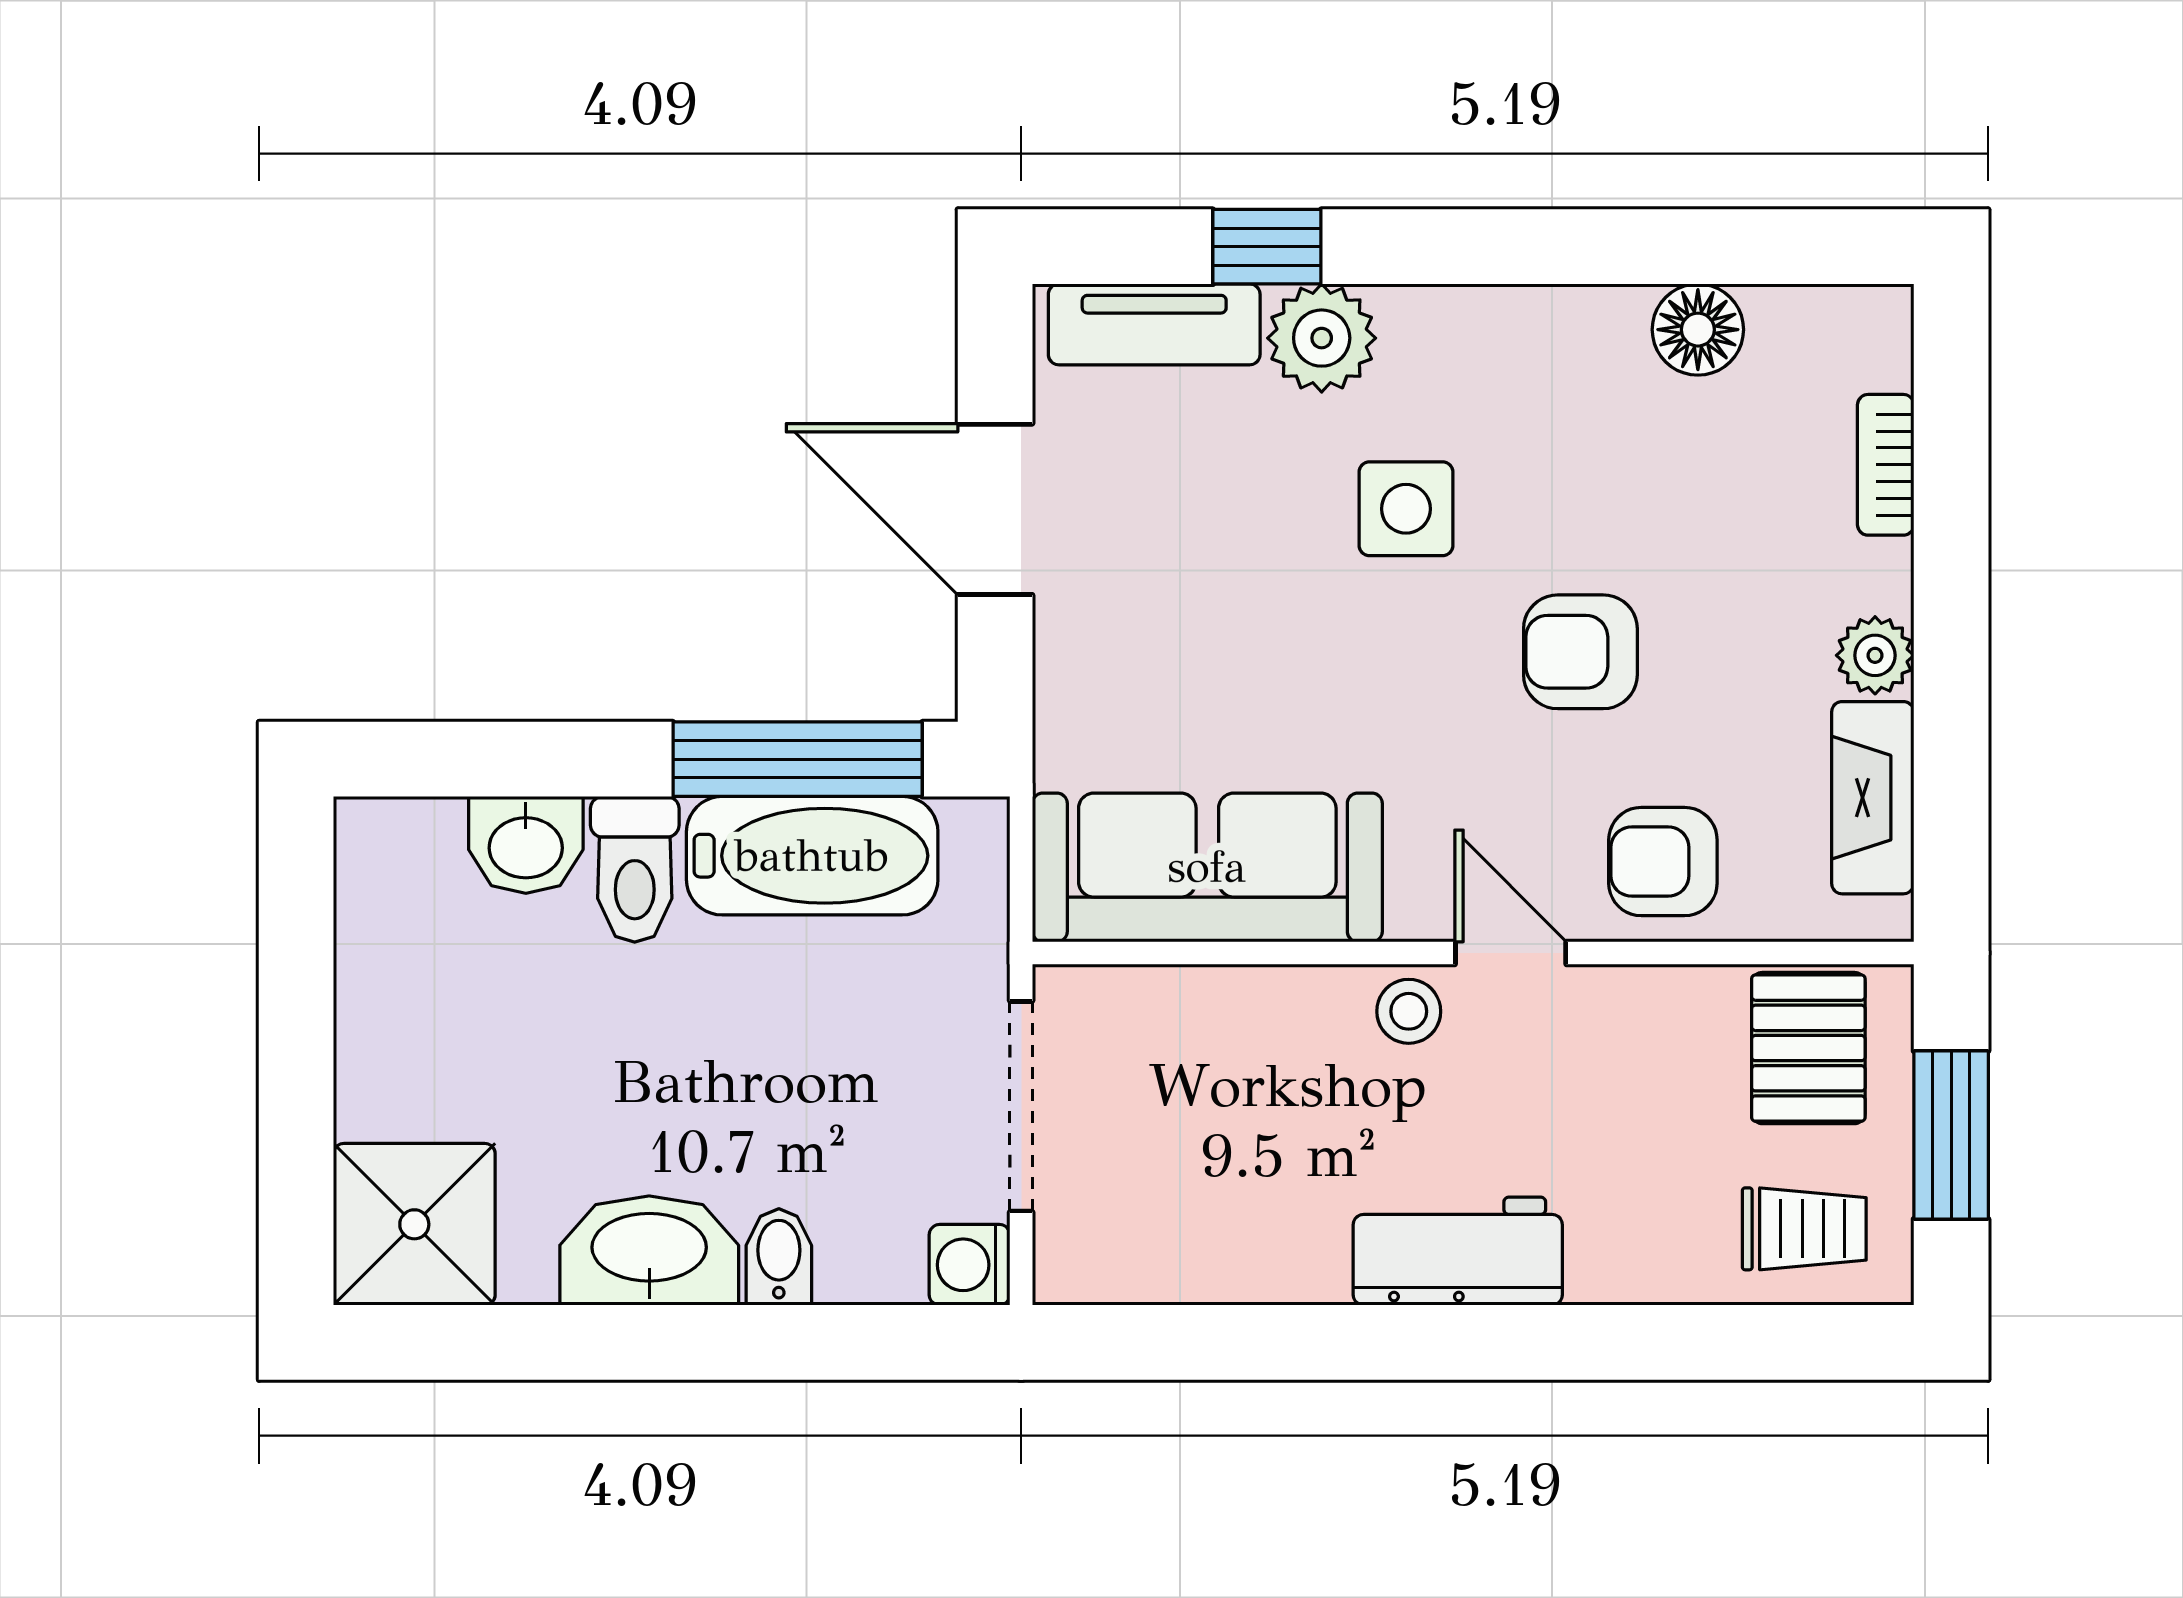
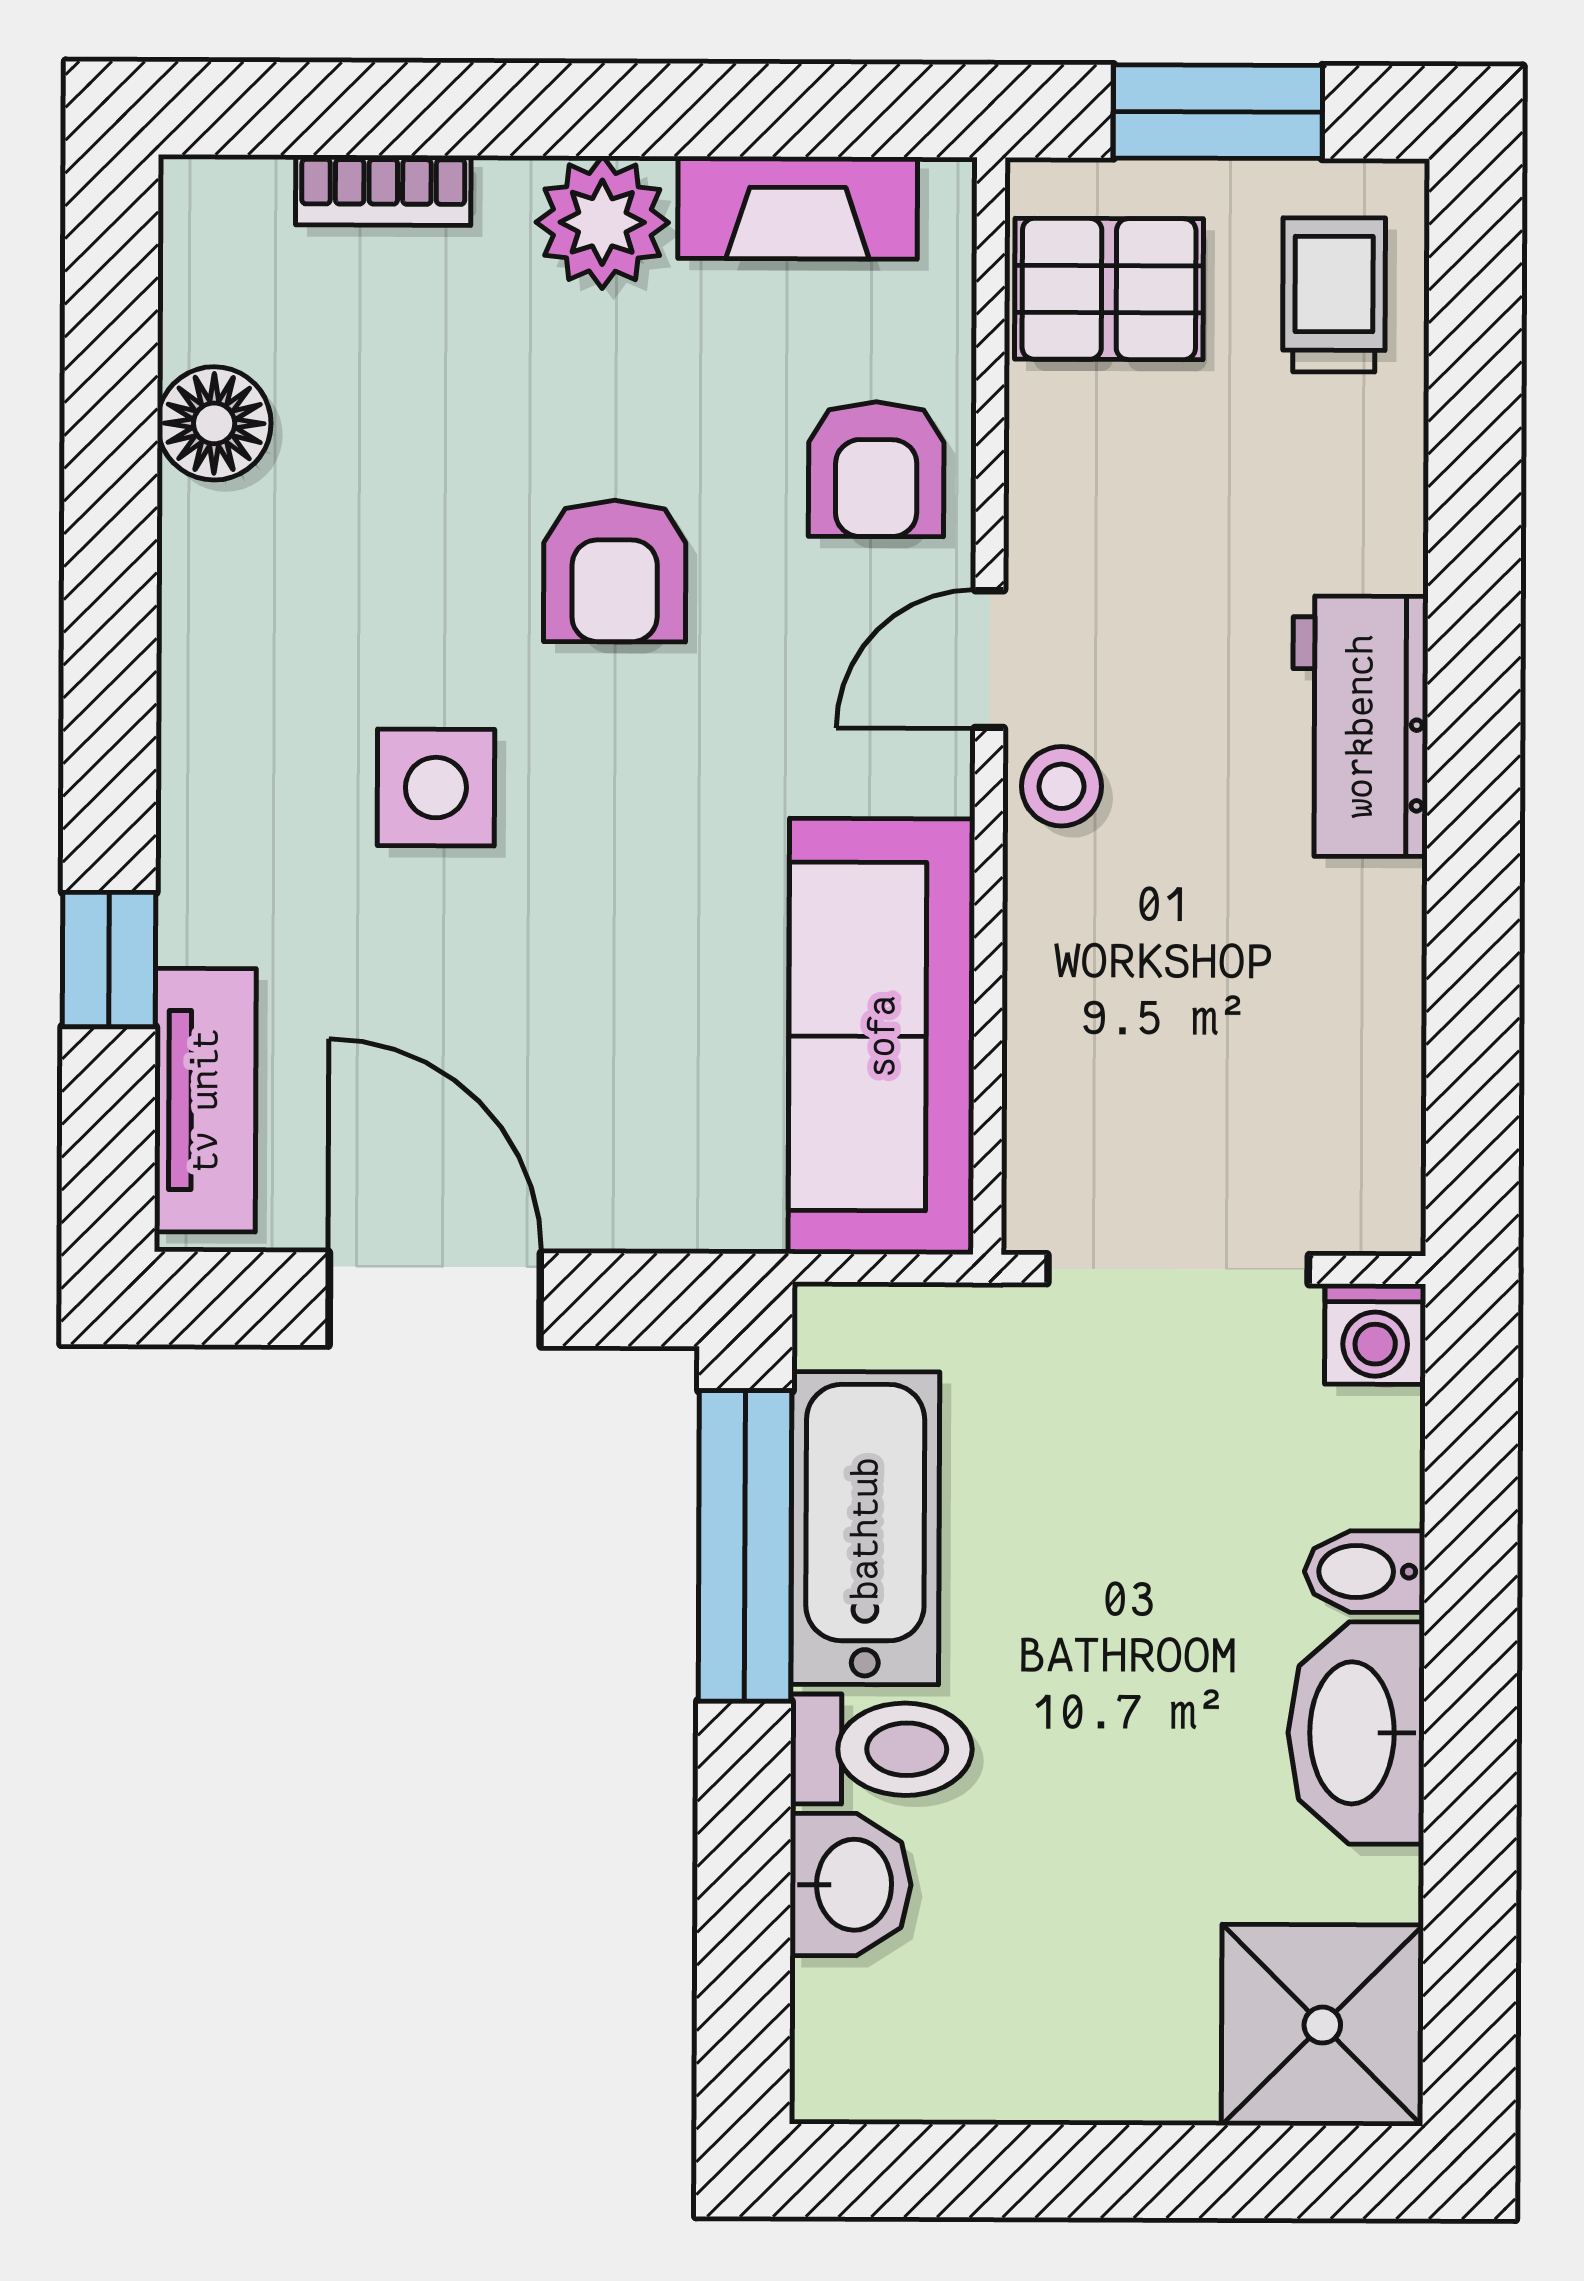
plant: (1322, 338) -> (223, 892), removed
door: (995, 509) -> (435, 1299), swing flipped
plant: (1875, 655) -> (602, 222), width x1.38, depth x1.38

